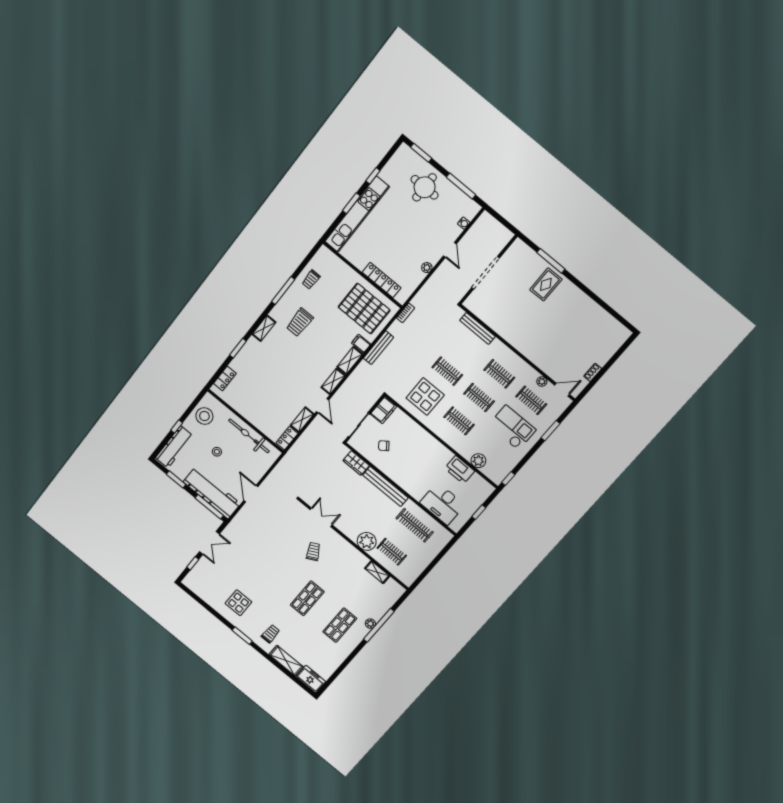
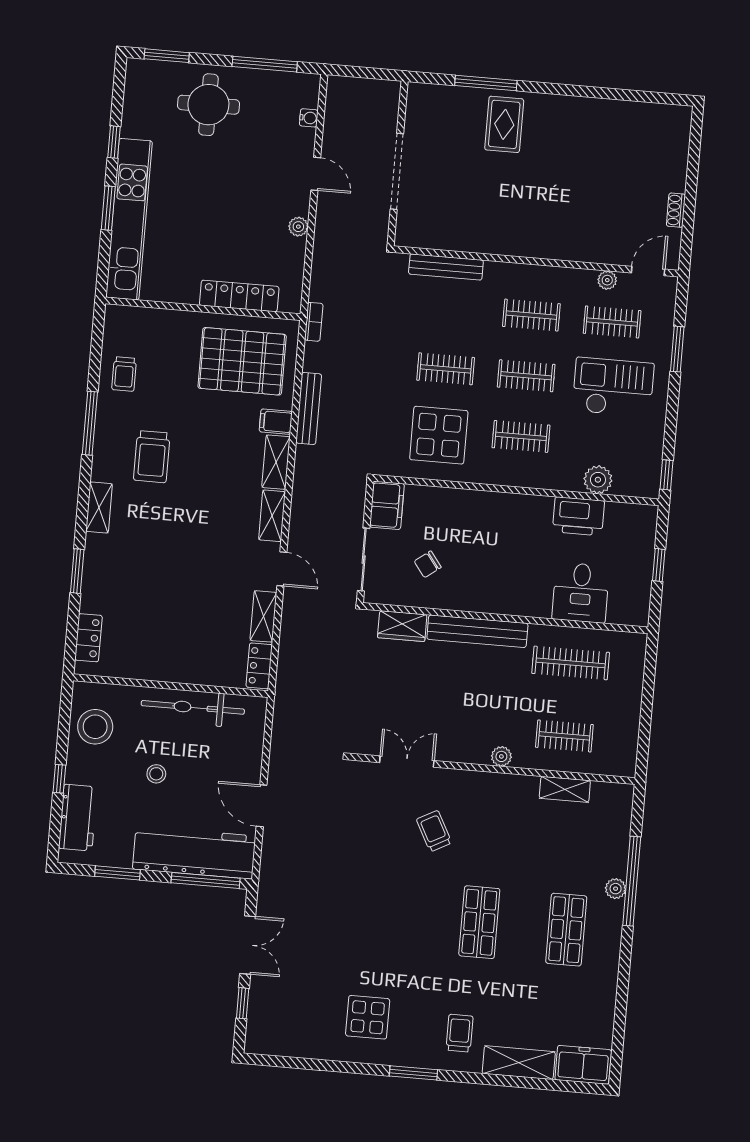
workbench: (174, 447) -> (78, 818), width x0.73
desk: (442, 504) -> (581, 593), width x0.73
plant: (367, 541) -> (501, 756), width x0.53, depth x0.53

